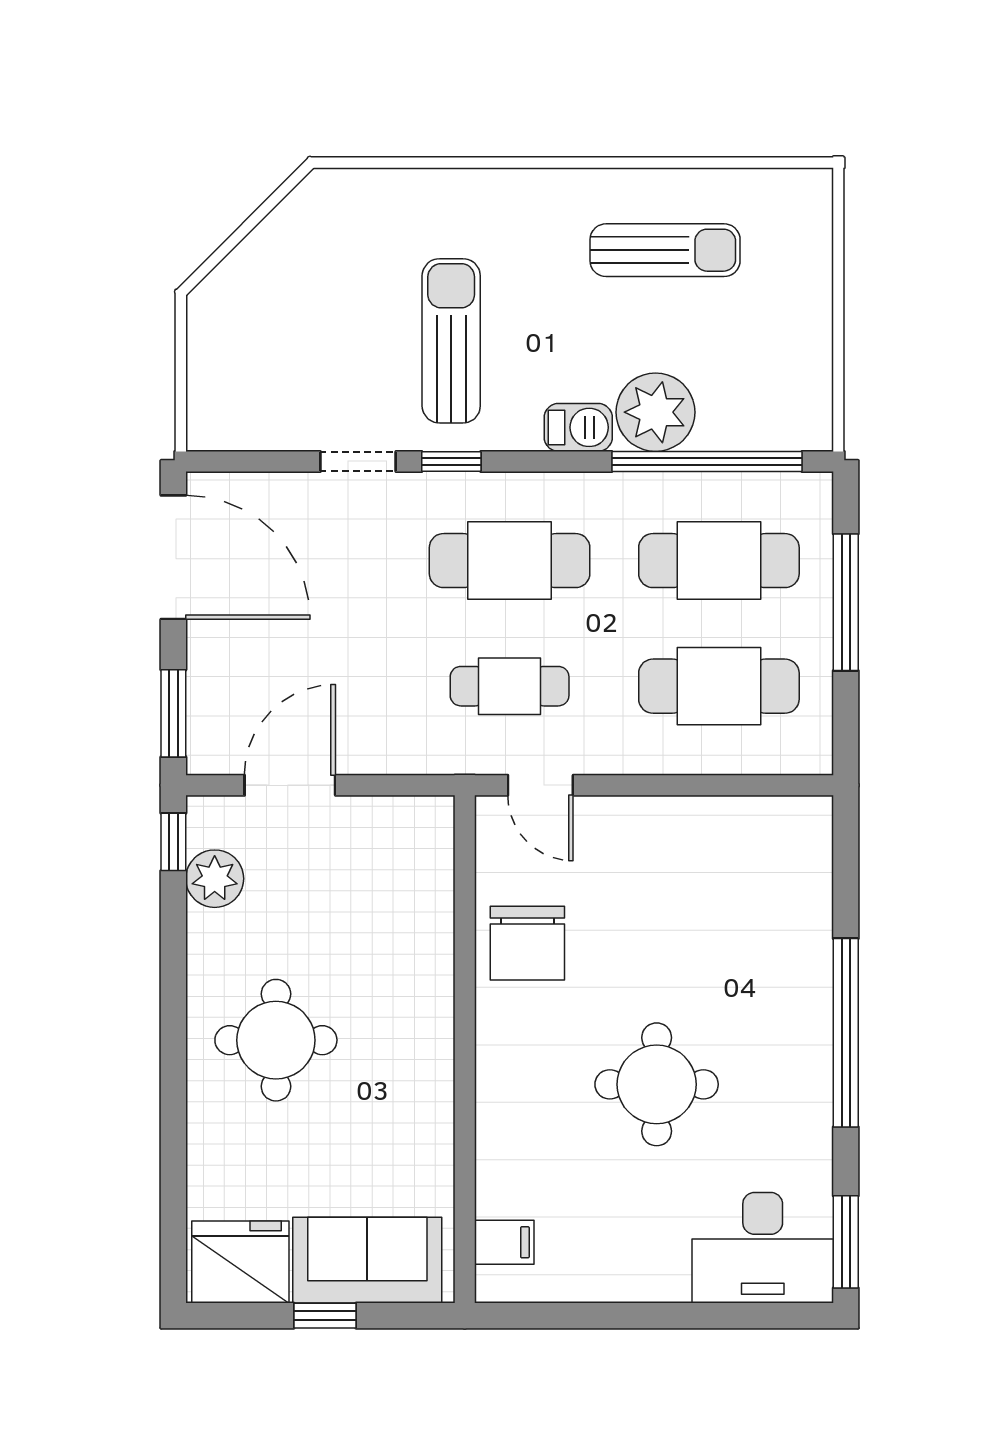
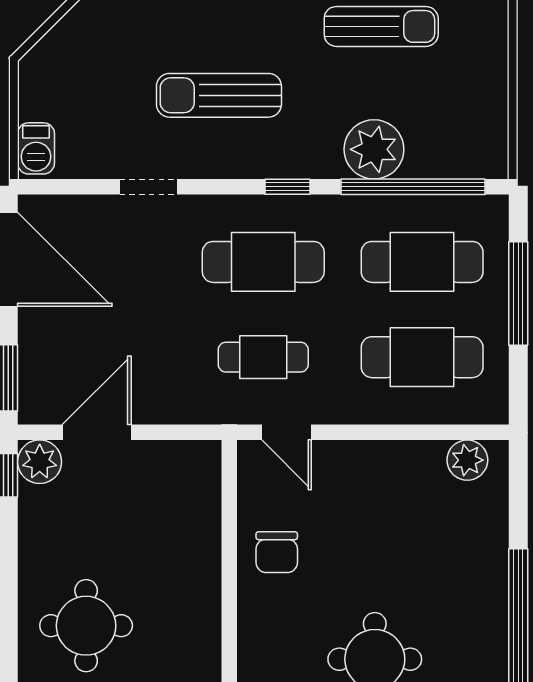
sun lounger: (451, 341) -> (219, 95), turned -90
barbecue: (578, 427) -> (36, 148), moved, turned 90
window: (451, 461) -> (287, 187), moved
plant: (779, 822) -> (467, 460), added
plant: (215, 879) -> (40, 462), moved
chair: (527, 943) -> (277, 552), width x0.73, depth x0.73

